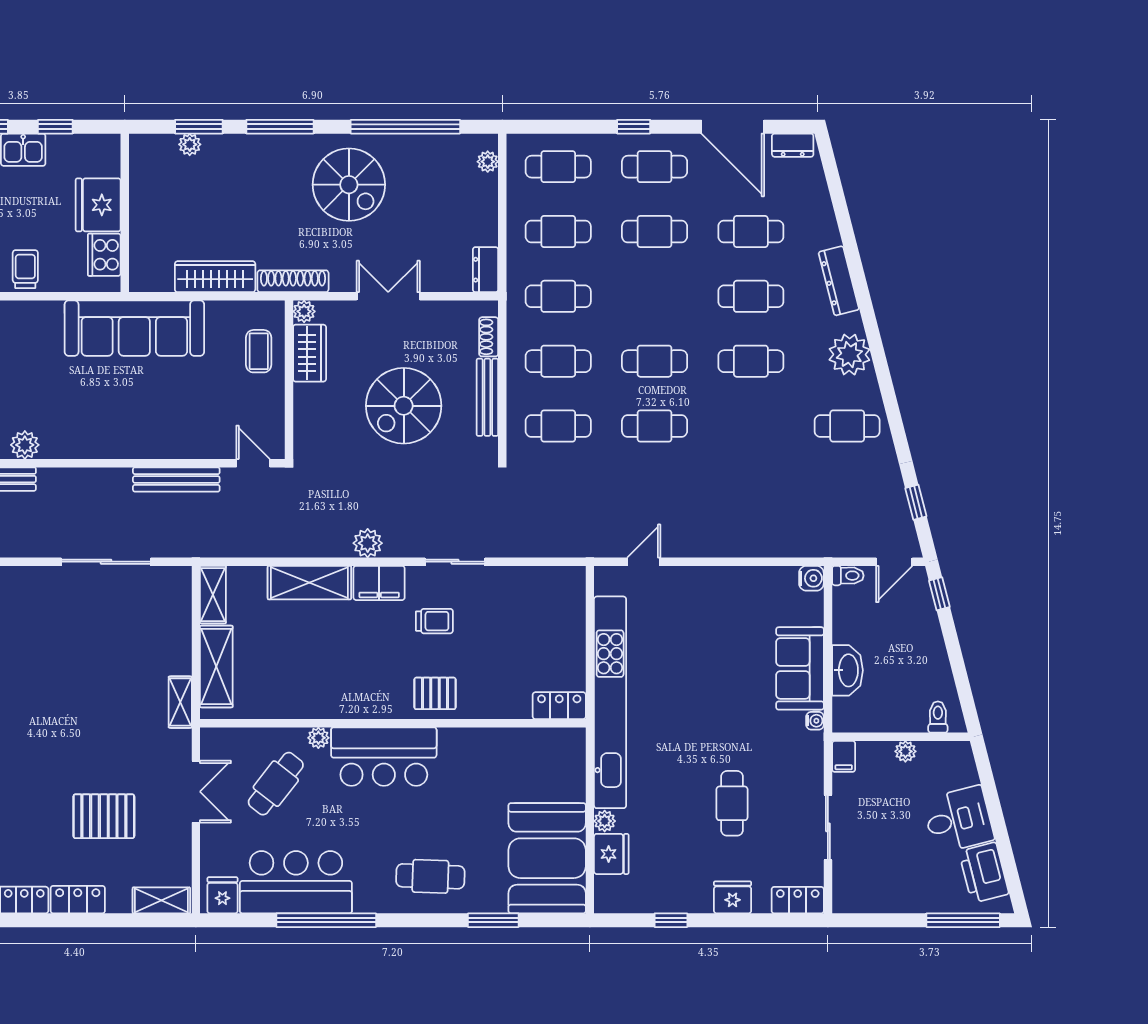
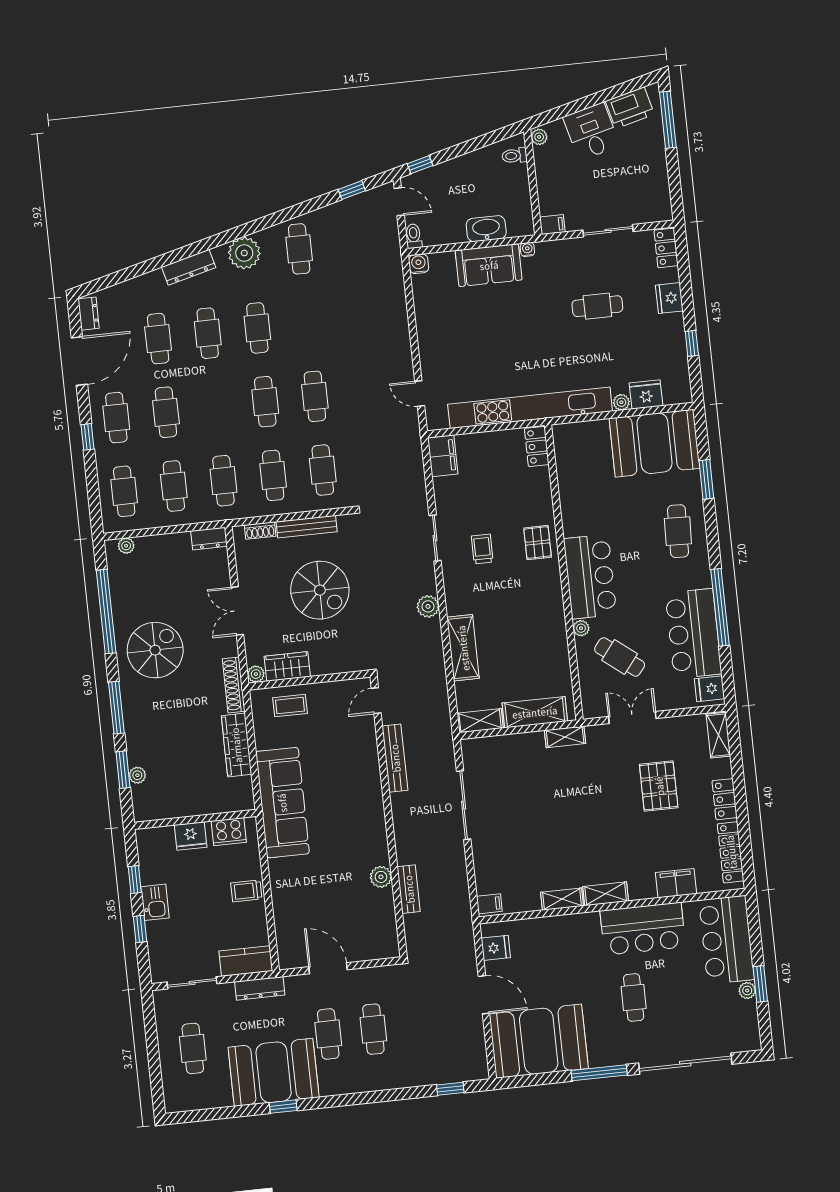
fridge: (98, 205) -> (191, 836), width x0.73, depth x0.75
filing cabinet: (379, 583) -> (443, 456), moved
plant: (905, 751) -> (539, 137), moved

